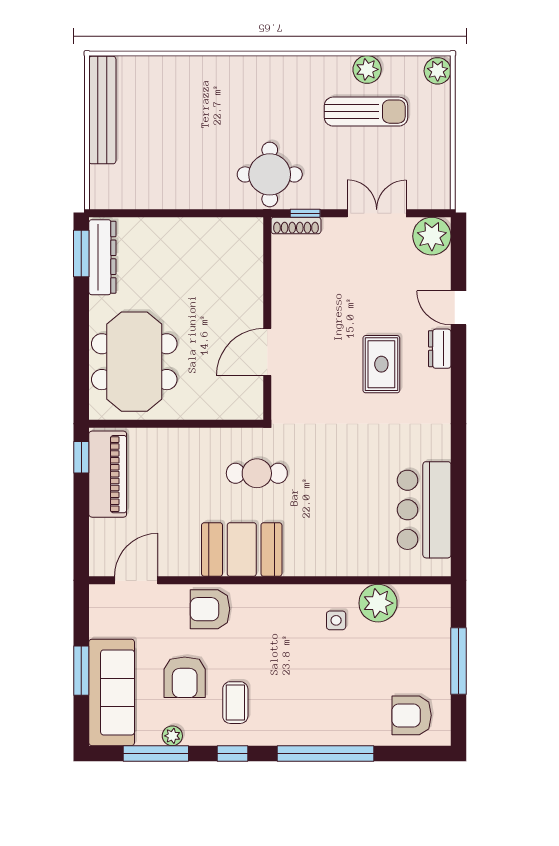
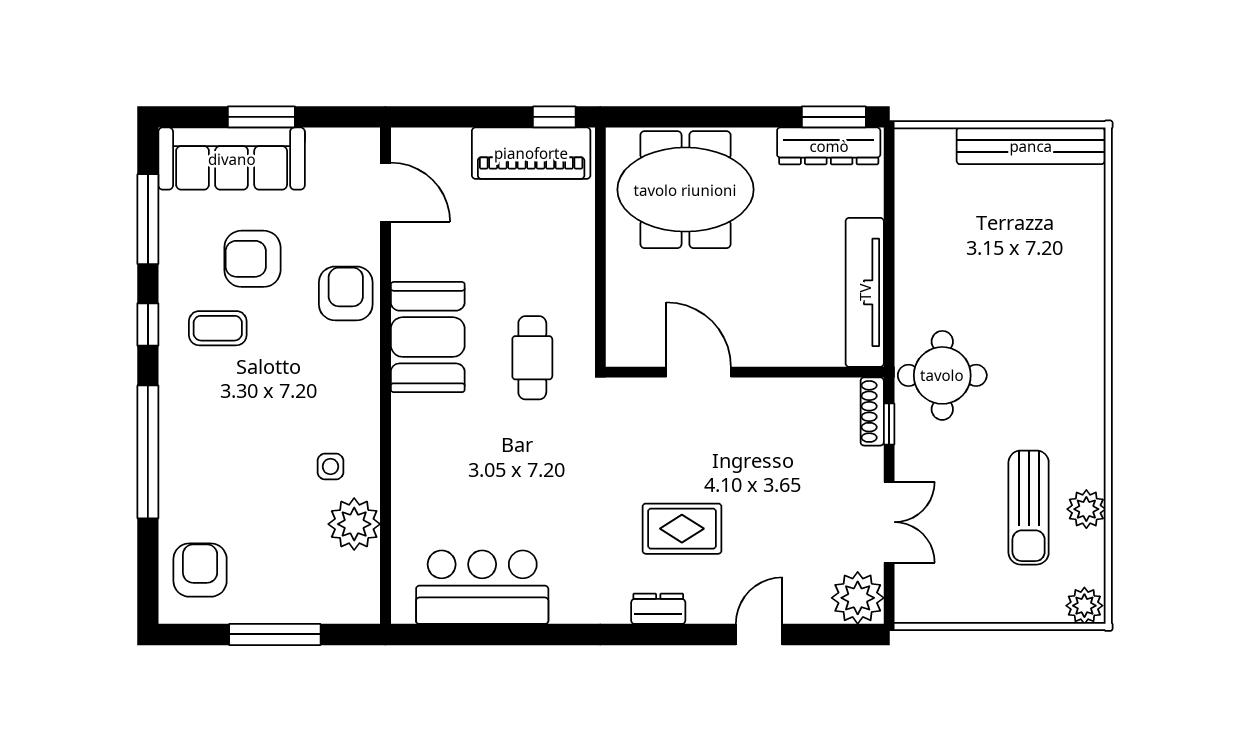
tv unit: (209, 231) -> (865, 292), added
dresser: (440, 349) -> (658, 609), moved
plant: (172, 736) -> (172, 242), removed

